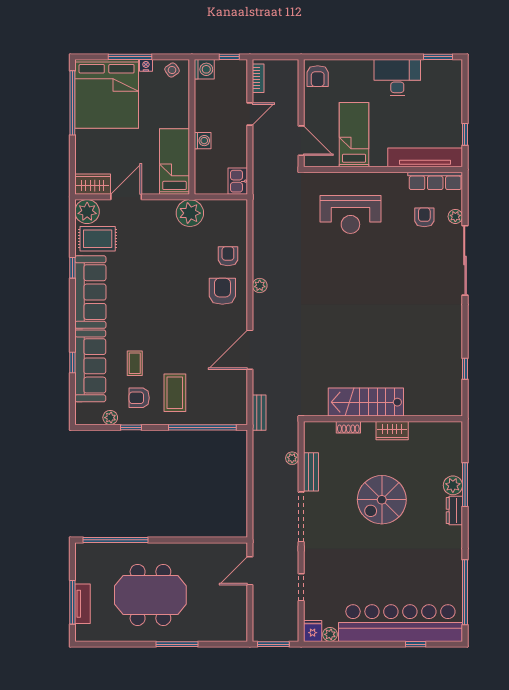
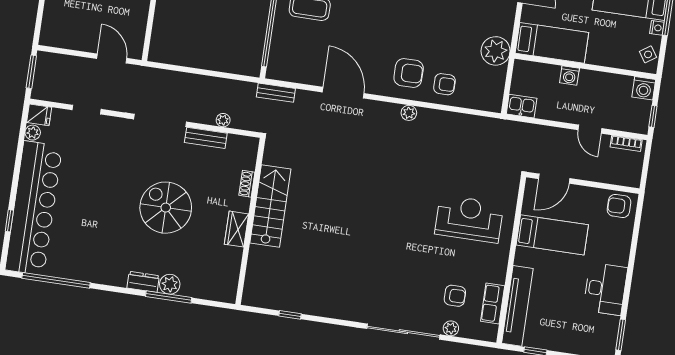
row of seats: (435, 181) -> (493, 304), width x0.68
reception desk: (350, 215) -> (469, 219), turned 90

